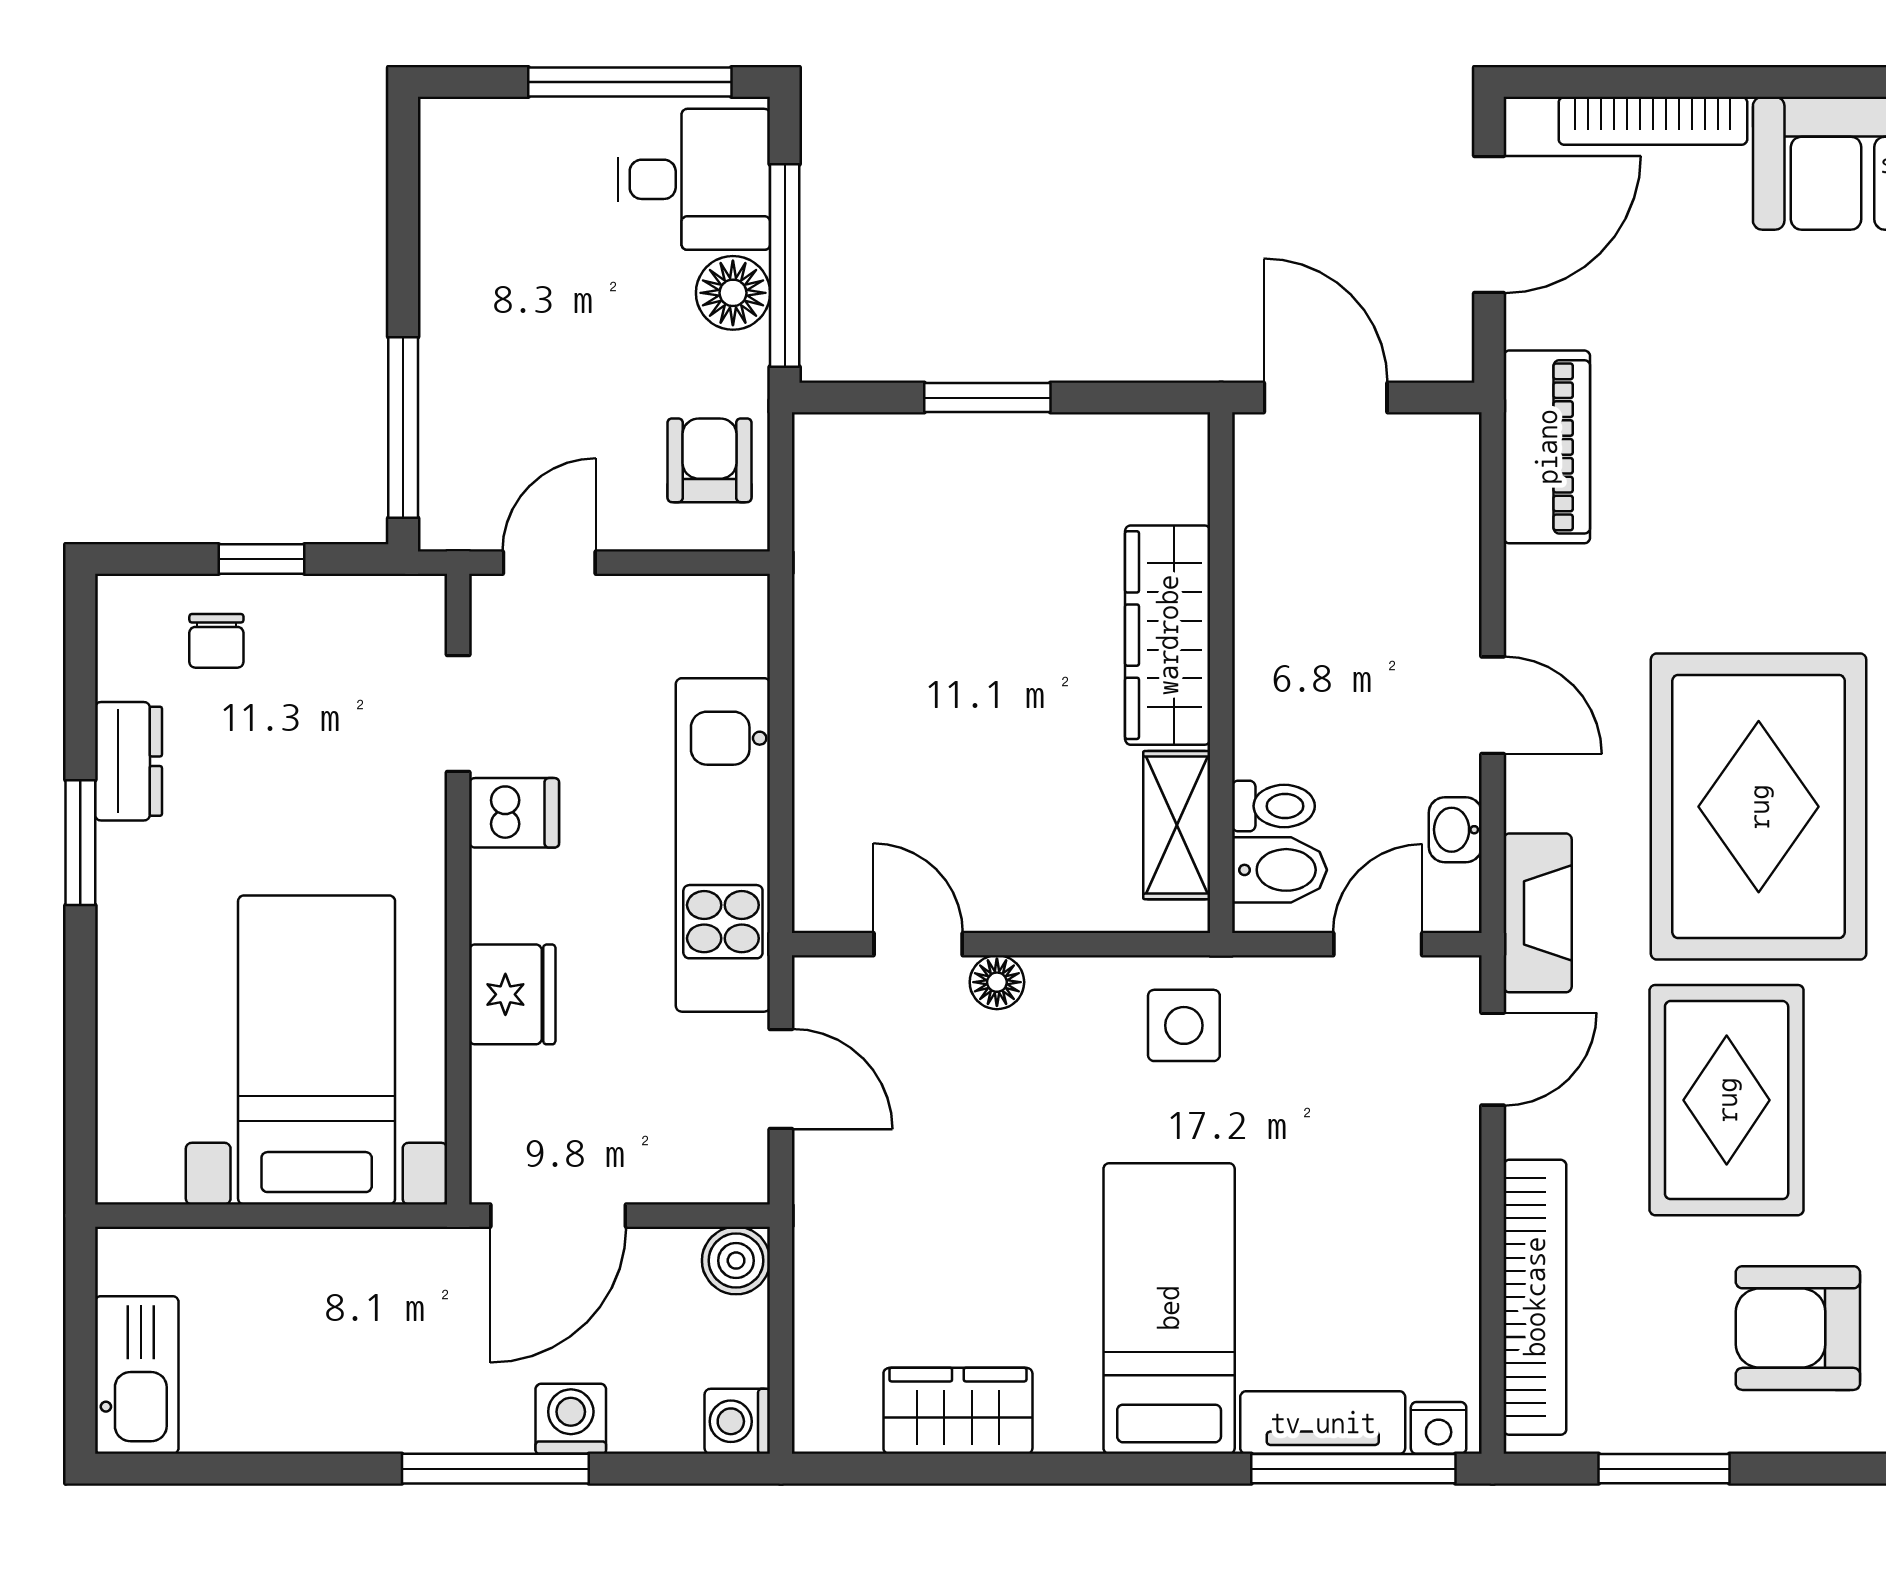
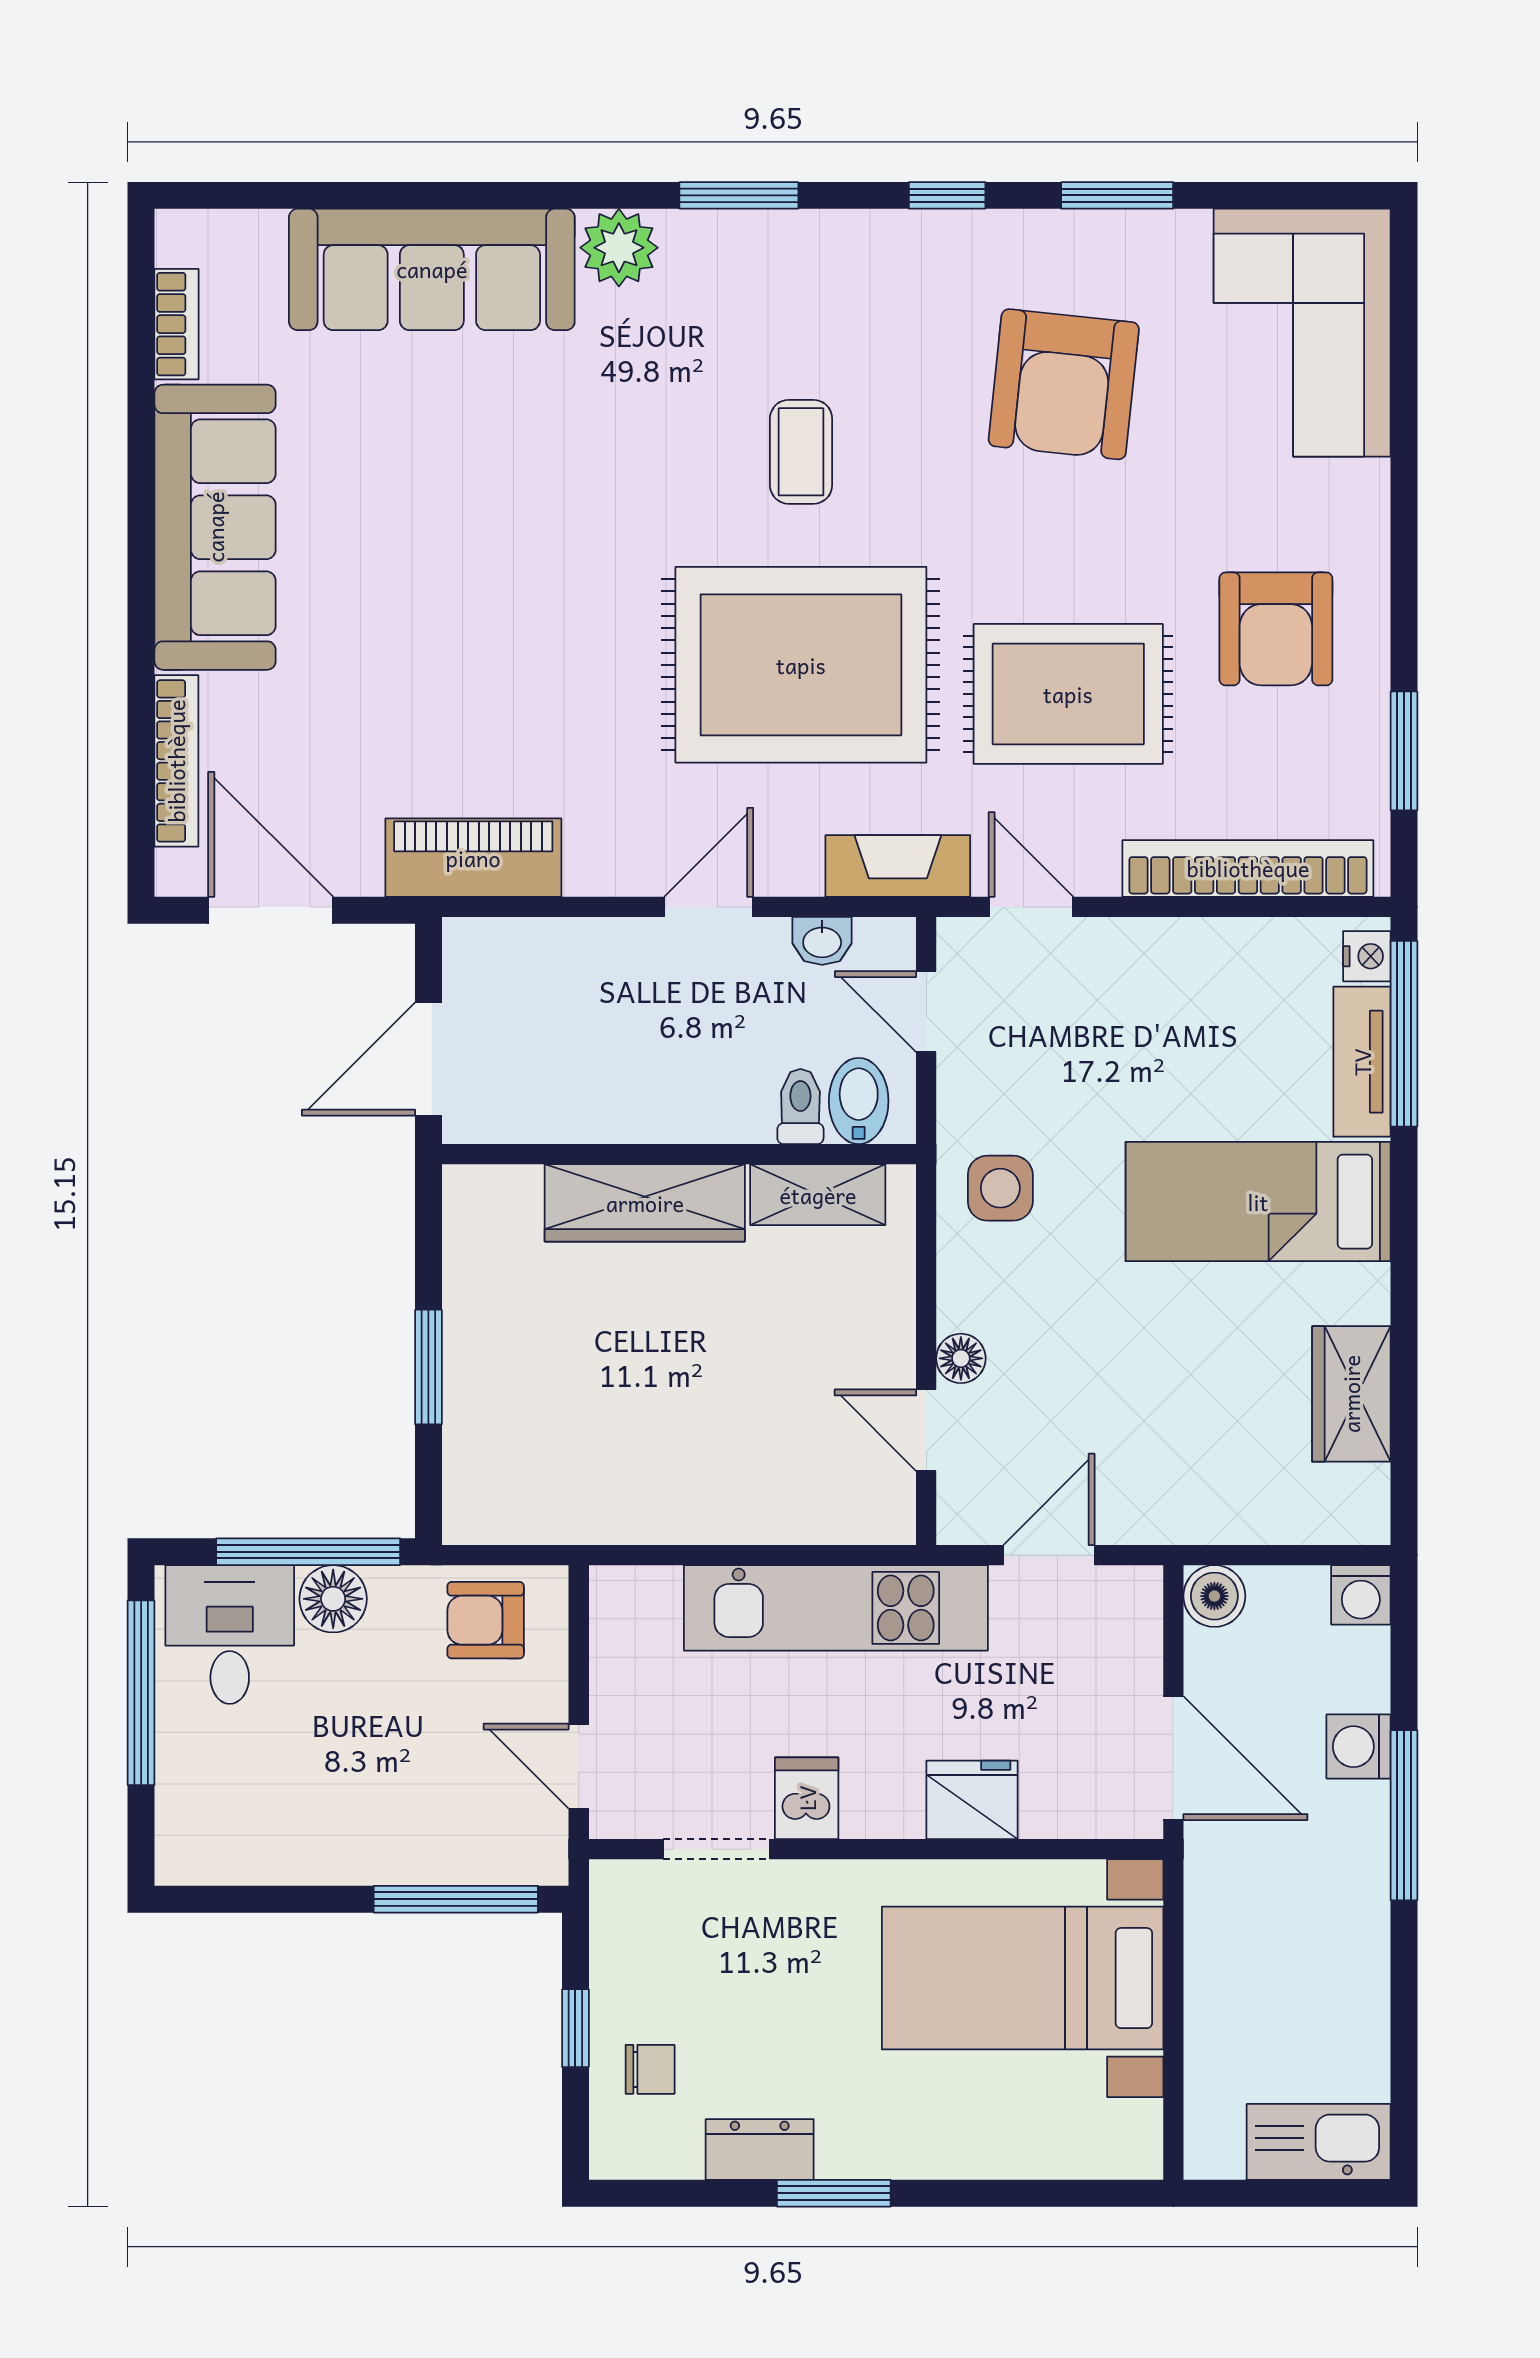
door: (918, 944) -> (926, 1430), hinge flipped

